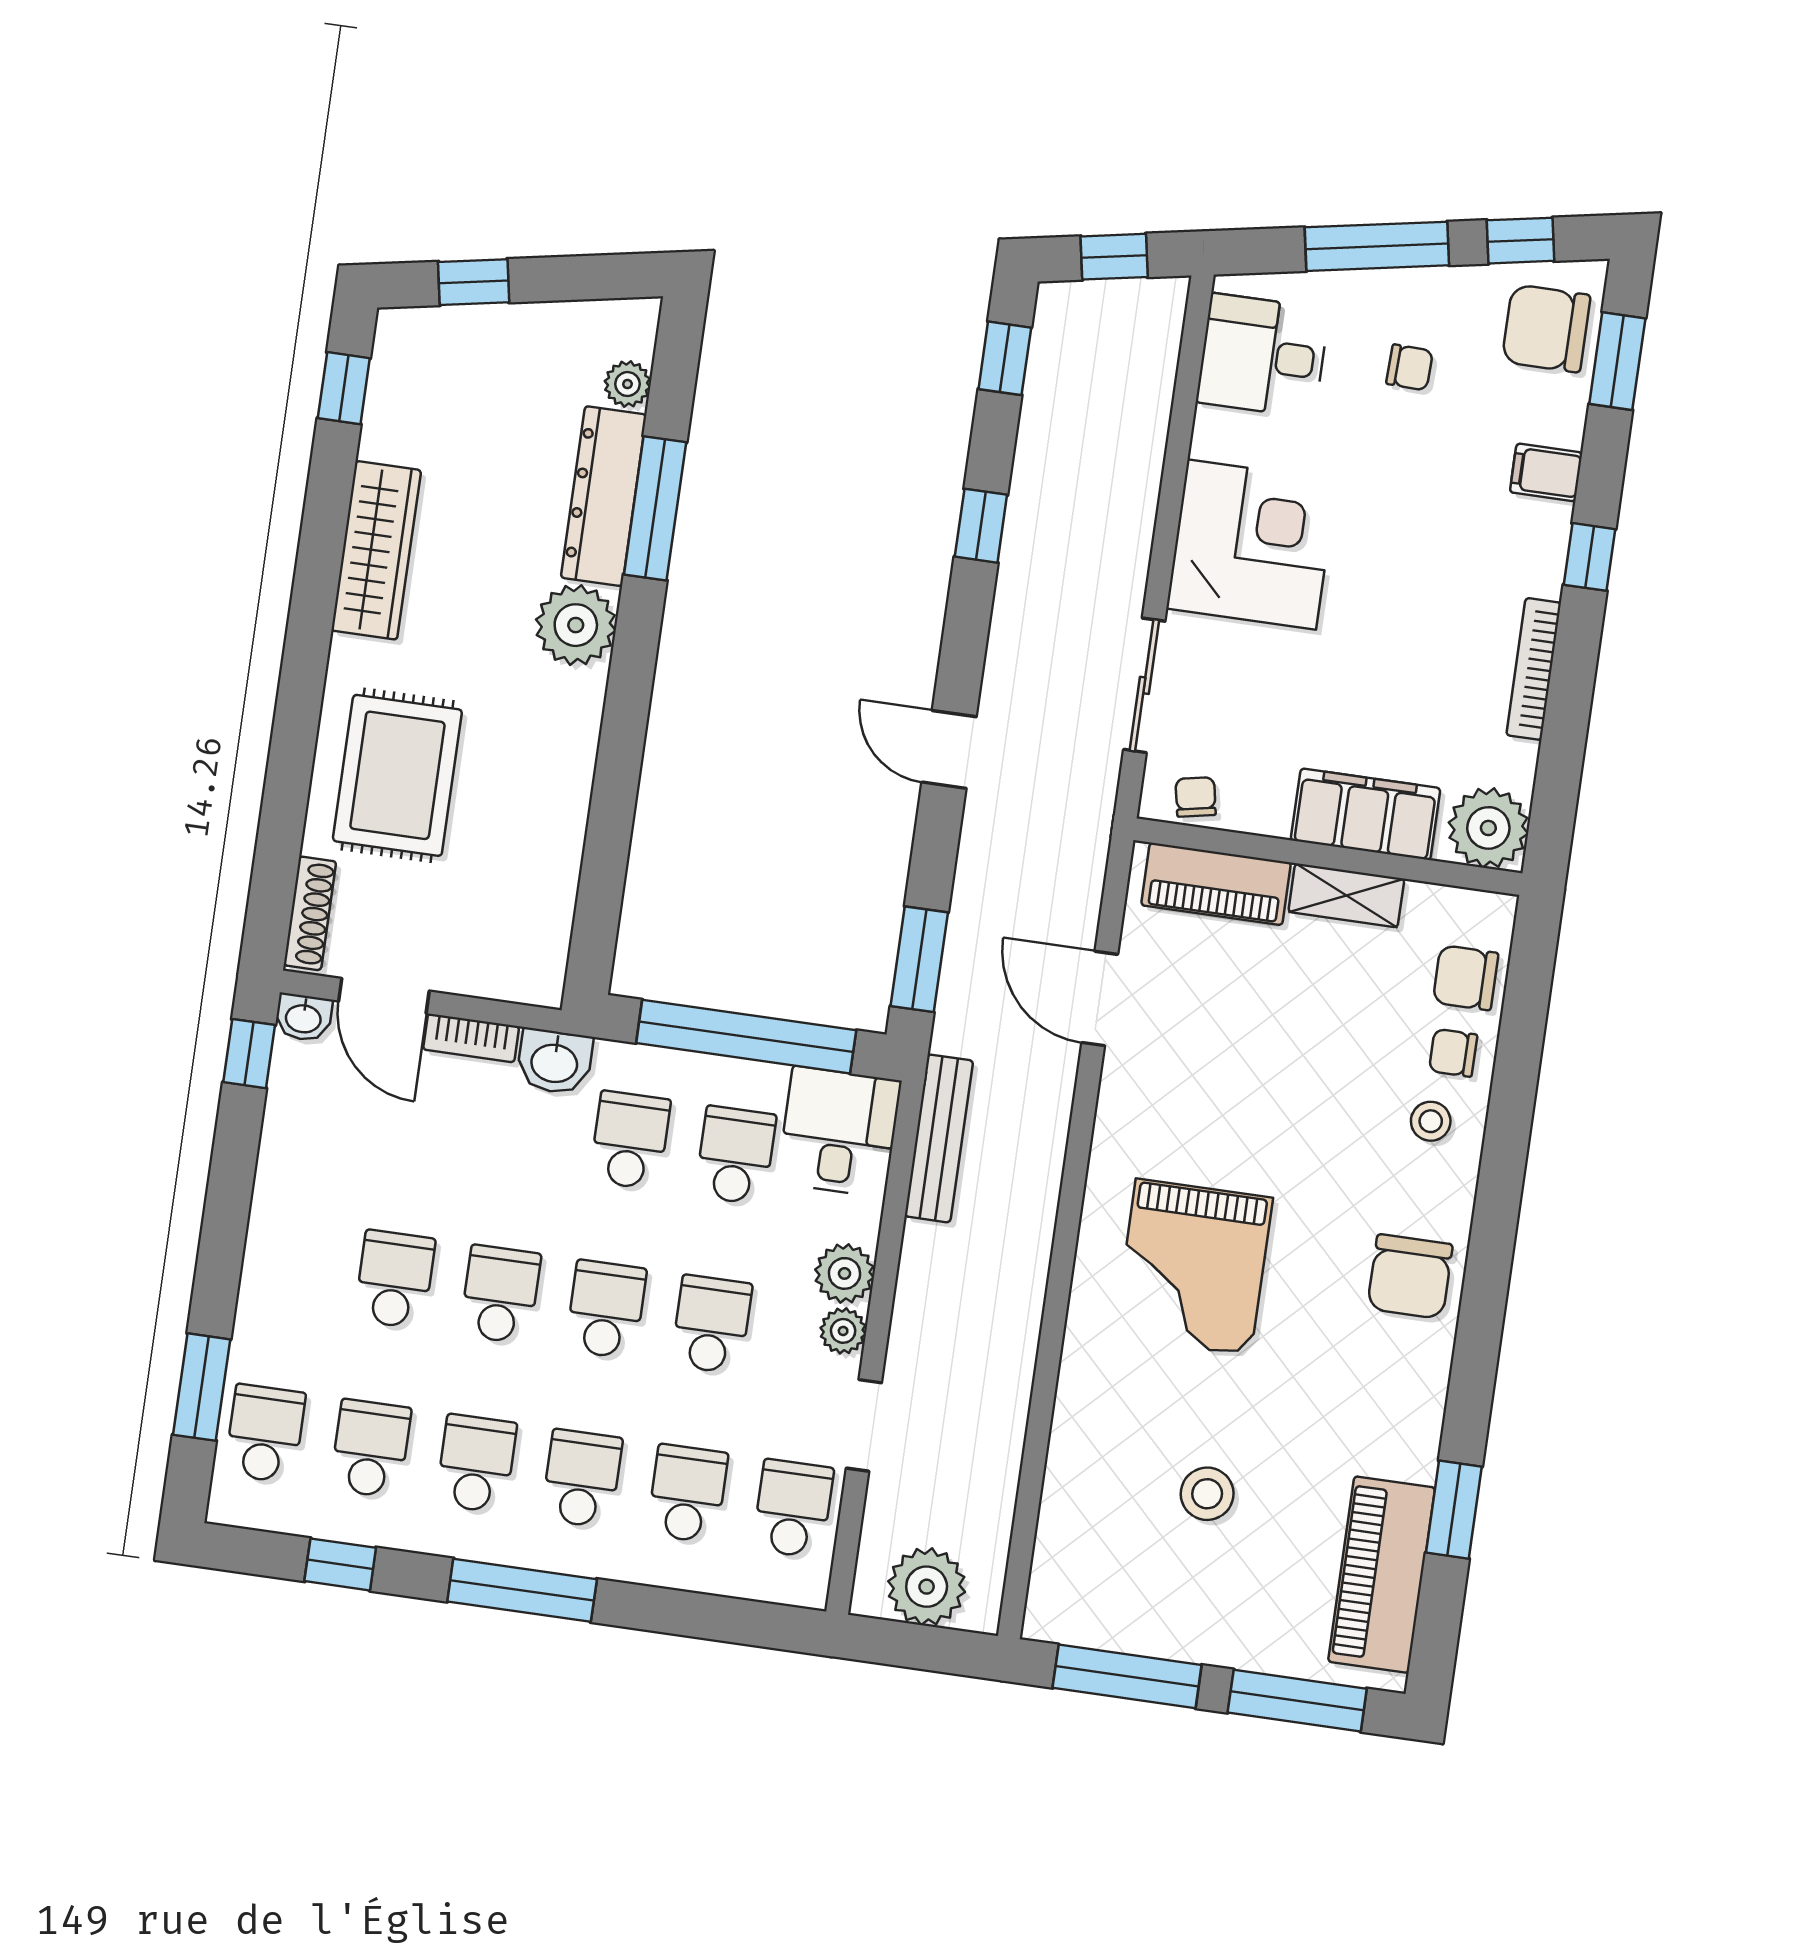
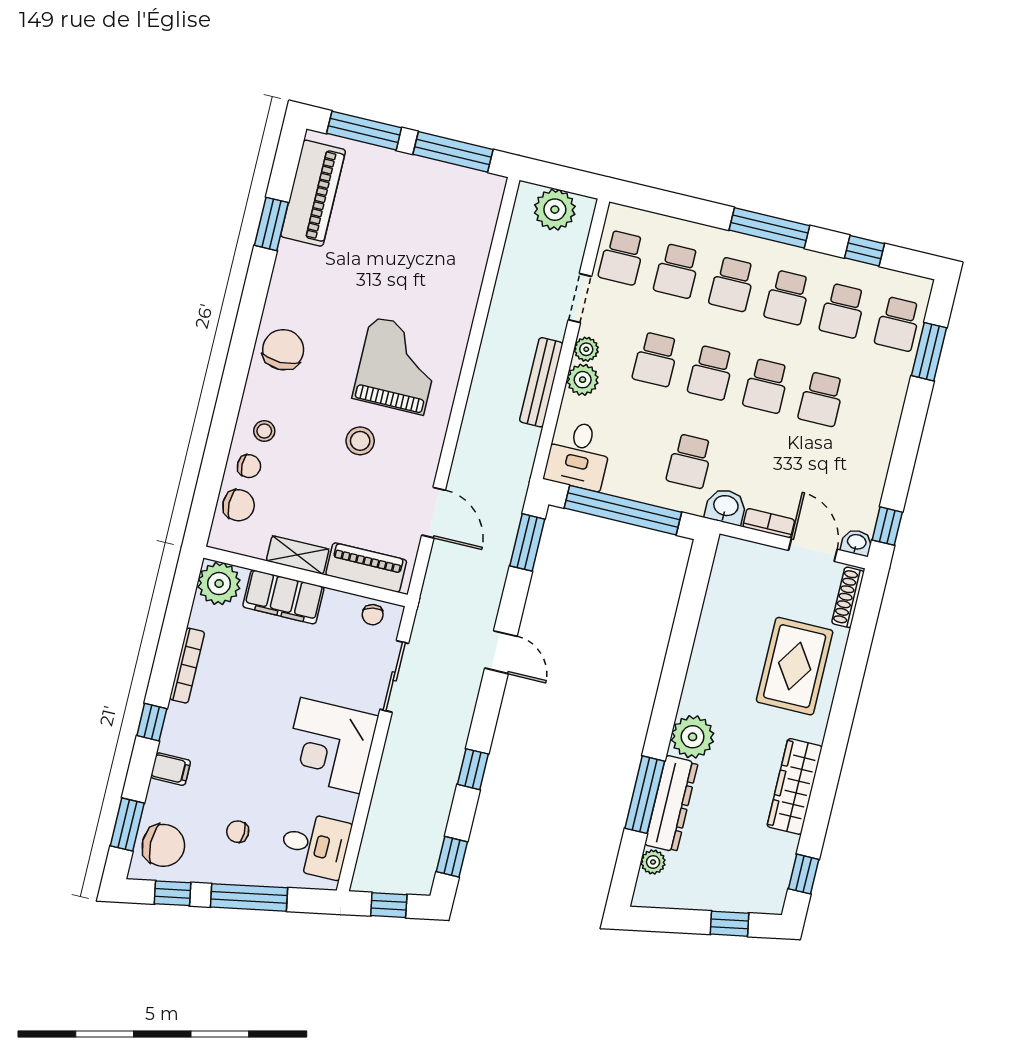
bench: (939, 1138) -> (541, 382), moved
school desk: (736, 1155) -> (634, 448), removed
stool: (1207, 1494) -> (360, 441), moved

